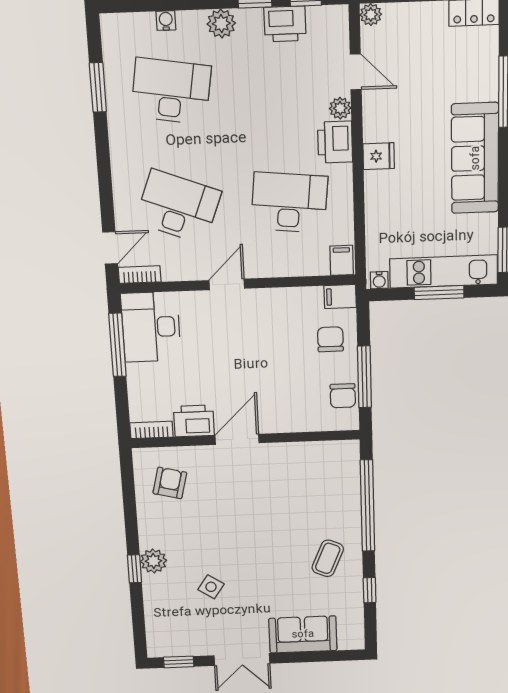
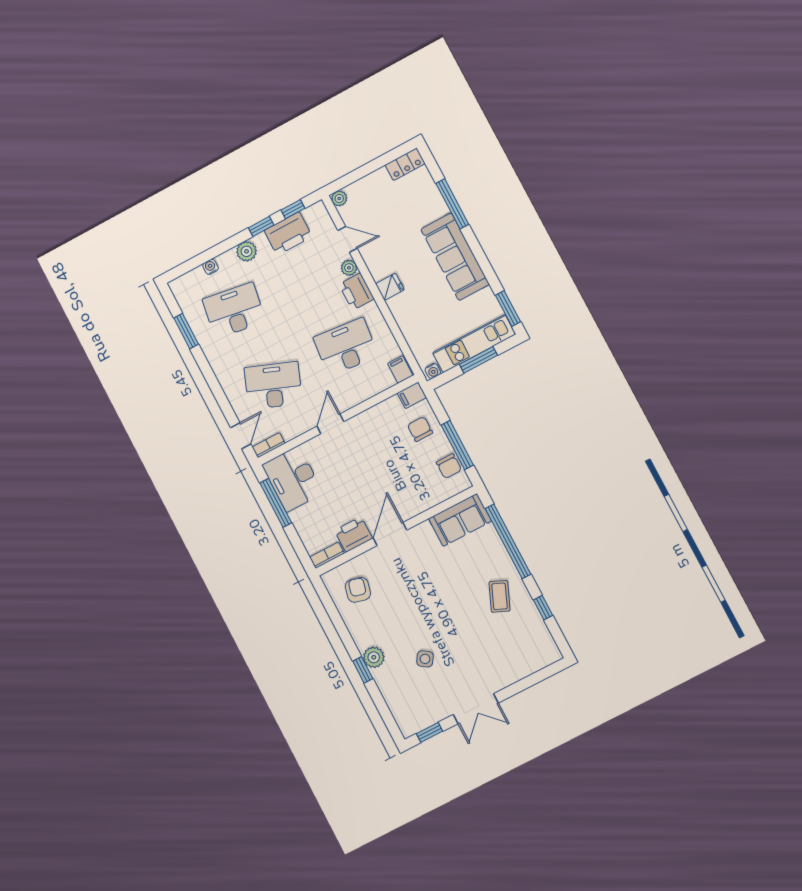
printer: (285, 24) -> (288, 234), width x1.37, depth x1.19
sofa: (303, 634) -> (460, 520), moved, turned 180

